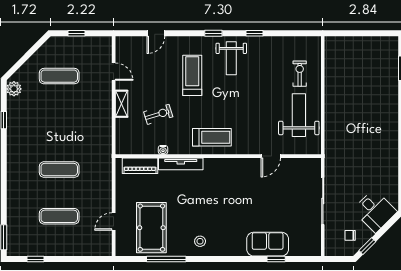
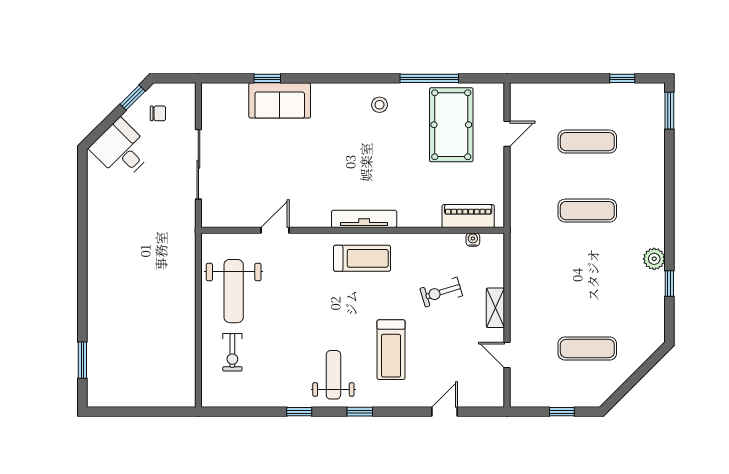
plant: (14, 89) -> (654, 259), moved
treadmill: (212, 137) -> (362, 258), turned 180
water cooler: (163, 150) -> (473, 240), moved
tv unit: (181, 164) -> (364, 219), moved

